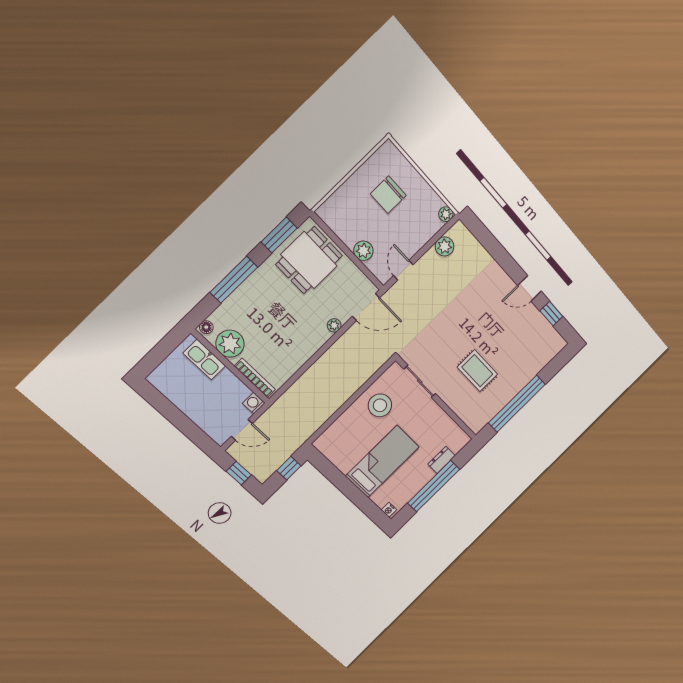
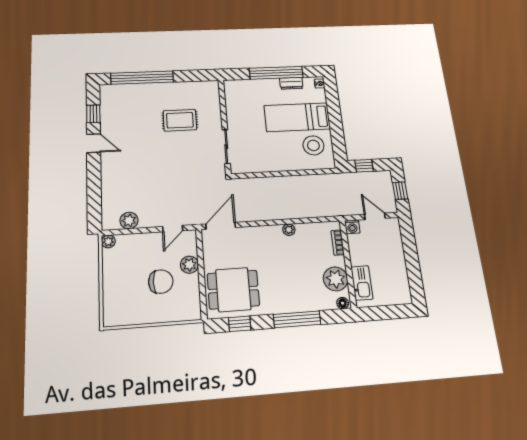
chair: (388, 195) -> (161, 282), moved
window: (279, 235) -> (240, 324), width x0.67
door: (366, 307) -> (221, 226), hinge flipped
plant: (334, 325) -> (289, 230), moved
rug: (477, 371) -> (180, 120), turned 90
bookcase: (255, 378) -> (338, 243), width x0.64
window: (517, 404) -> (142, 78), moved
stool: (380, 405) -> (313, 145), moved
dresser: (441, 460) -> (291, 83), moved

